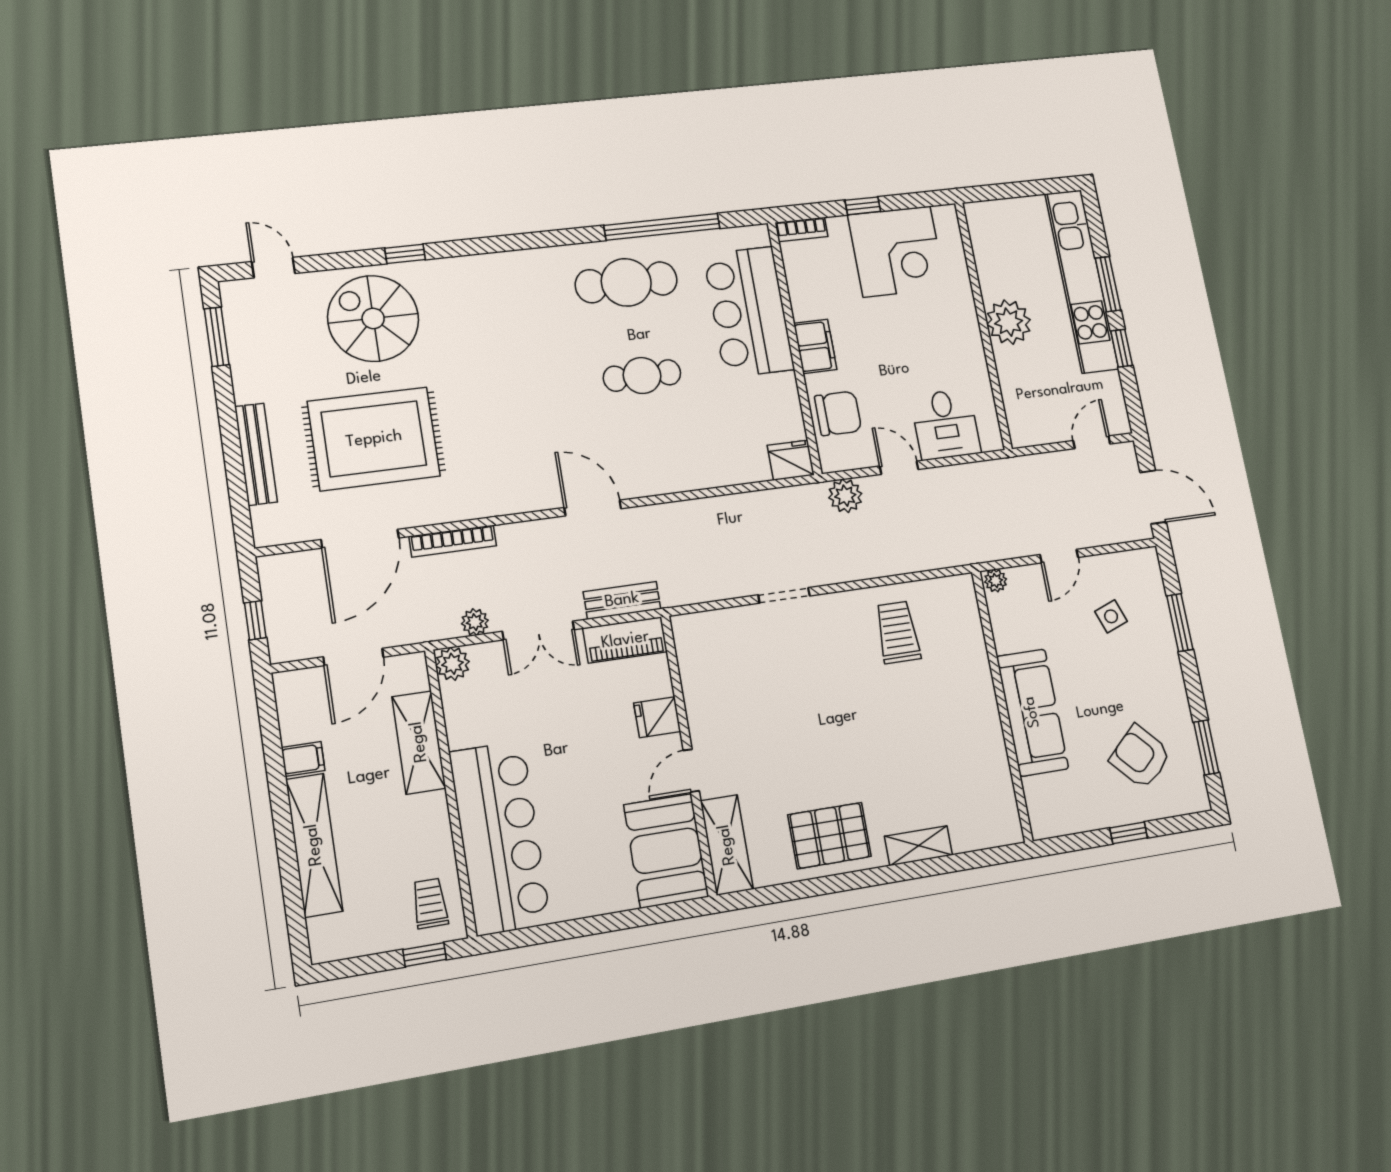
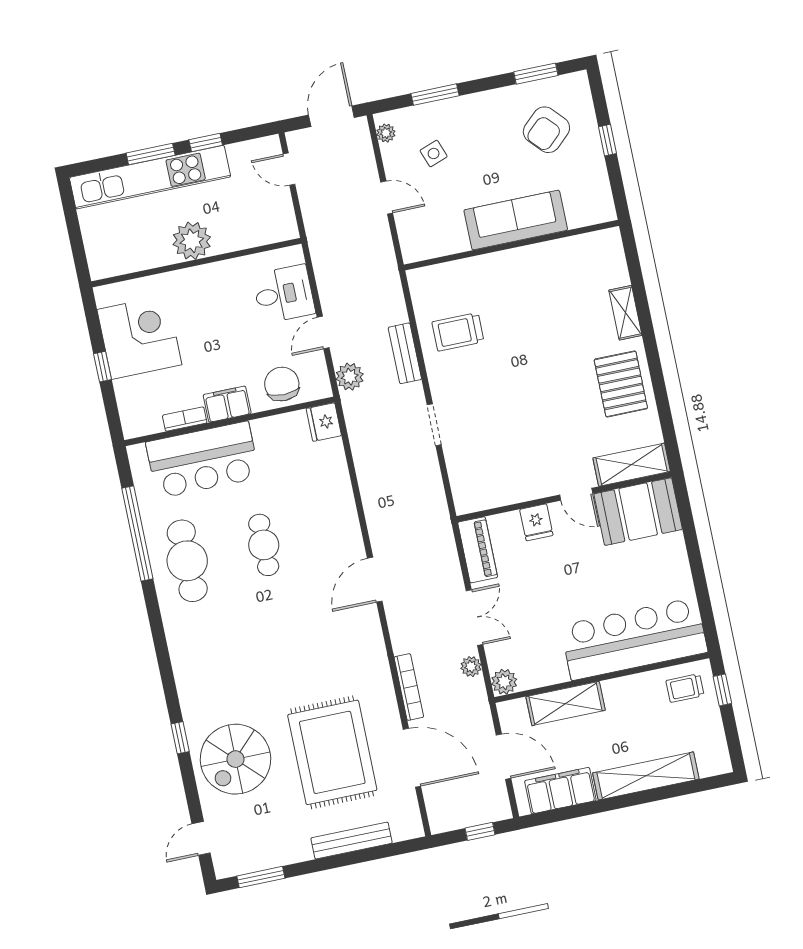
bookcase: (802, 229) -> (185, 419), moved, turned -90
plant: (996, 581) -> (386, 133), moved
bench: (622, 600) -> (405, 353), moved
filing cabinet: (303, 759) -> (560, 791), width x3.00, depth x1.17

